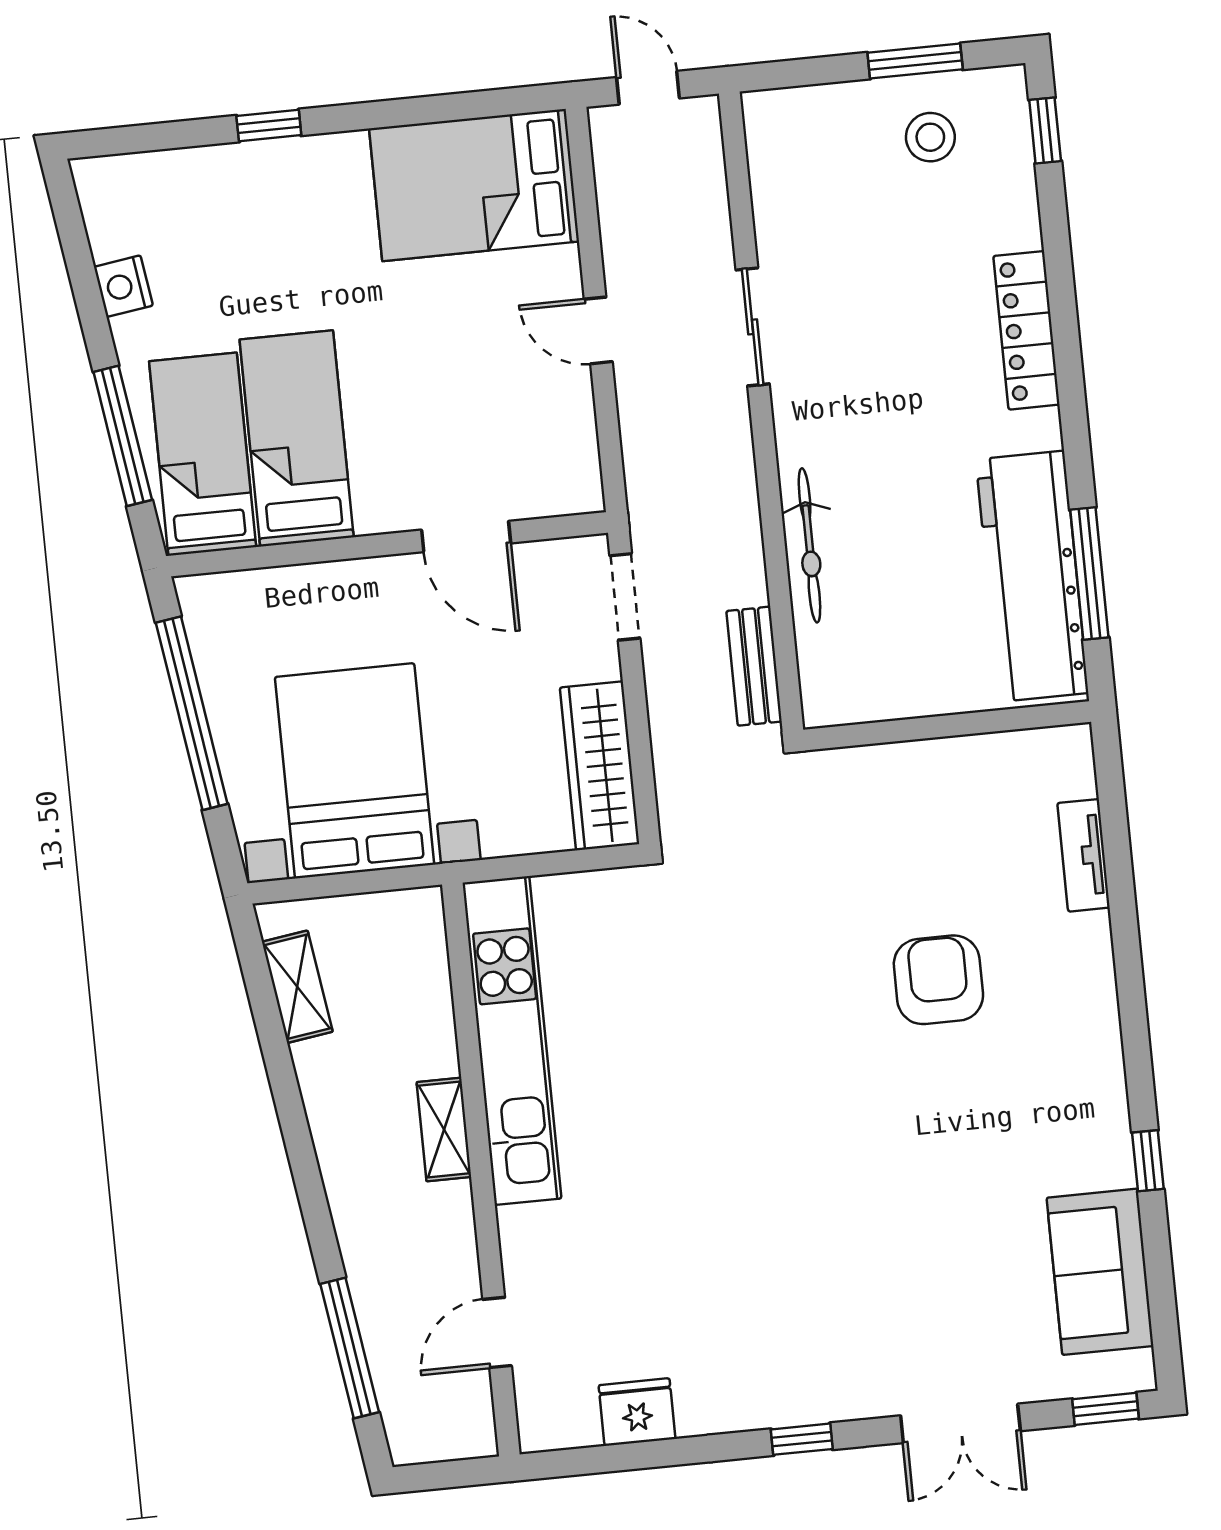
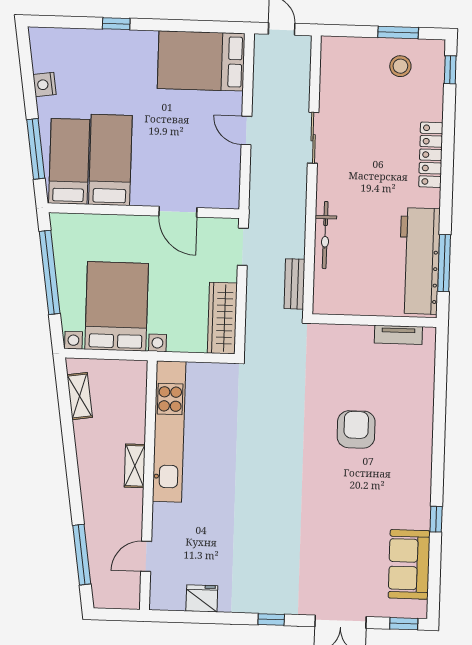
tv unit: (1084, 855) -> (398, 335), moved, turned -90

